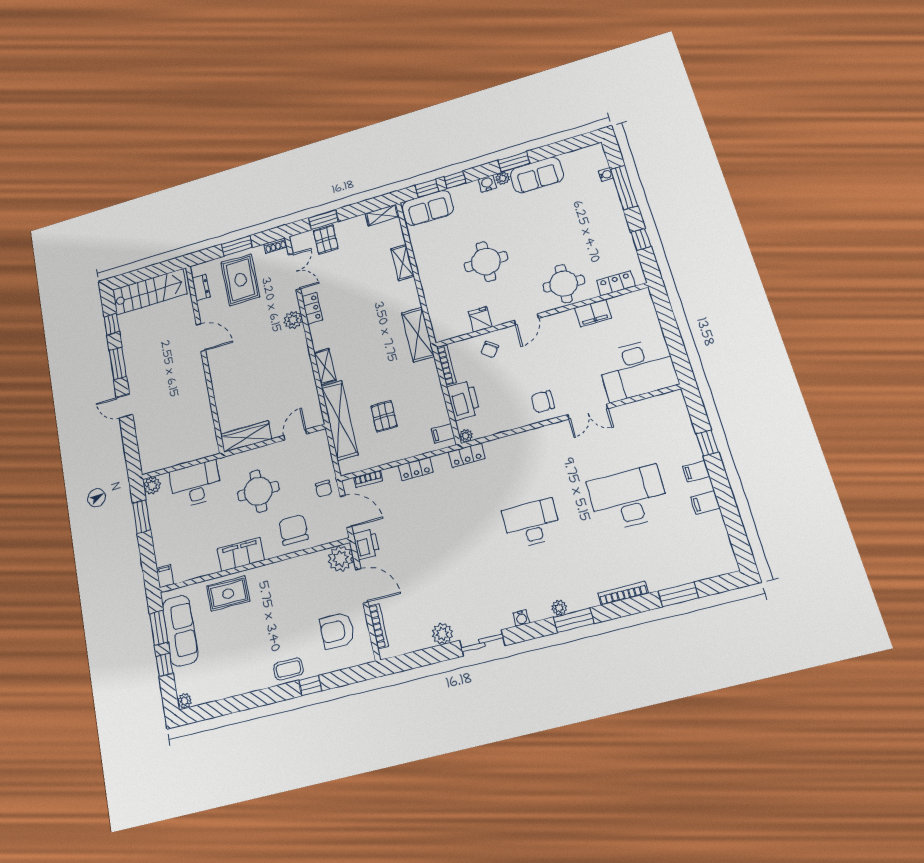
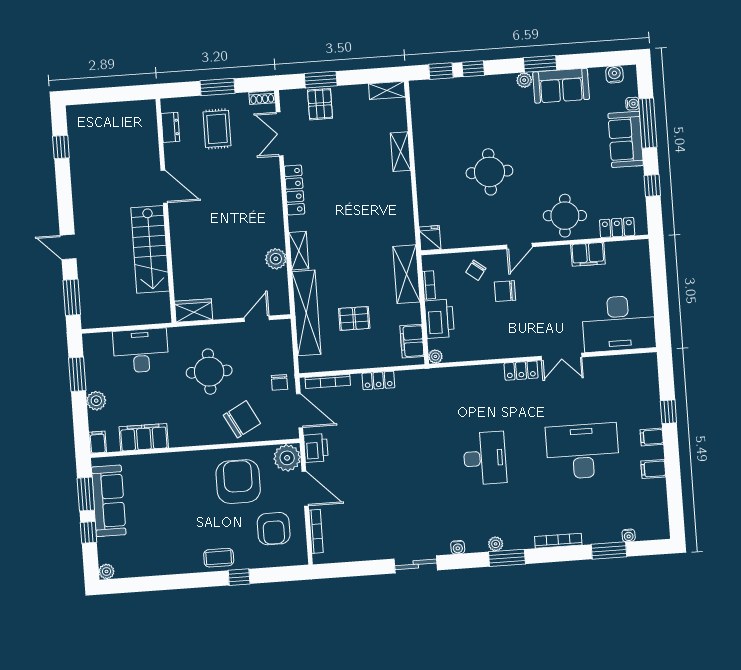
water cooler: (487, 184) -> (614, 74), moved
sofa: (428, 208) -> (626, 139), moved, turned 90
double door: (294, 272) -> (280, 134), swing flipped
rug: (240, 280) -> (217, 129), width x0.73, depth x0.70
stairs: (150, 292) -> (150, 249), moved, turned 90
locker: (312, 308) -> (294, 190), width x1.53
fridge: (480, 319) -> (430, 238), moved
plant: (293, 320) -> (276, 259), moved
shelving: (418, 335) -> (407, 274), moved
window: (118, 363) -> (72, 297), moved
bookcase: (446, 365) -> (429, 285), width x0.64
chair: (543, 402) -> (505, 291), moved
pallet: (384, 416) -> (354, 318), turned 90
filing cabinet: (443, 433) -> (412, 341), width x2.00
wardrobe: (246, 437) -> (194, 311), width x0.67
locker: (467, 455) -> (521, 371), moved
bookcase: (368, 479) -> (328, 381), width x1.56
plant: (152, 485) -> (96, 401), moved
desk: (532, 524) -> (485, 458), turned 90
chair: (294, 530) -> (242, 419), turned 62
filing cabinet: (241, 555) -> (144, 437), moved
water cooler: (695, 575) -> (629, 535), added
armchair: (298, 590) -> (238, 482), added
rug: (228, 594) -> (164, 472), removed
armchair: (337, 631) -> (274, 529), turned -90
plant: (442, 634) -> (379, 549), removed

